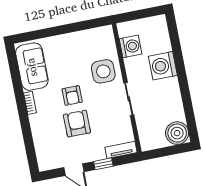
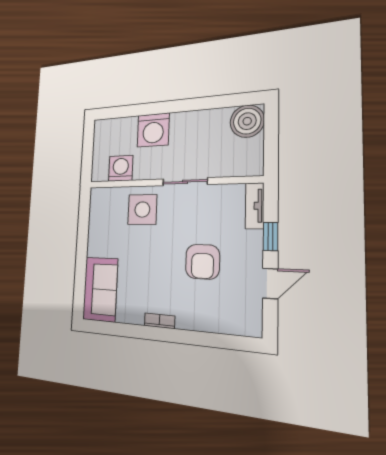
sofa: (32, 67) -> (100, 289), moved, turned 90
armchair: (72, 96) -> (163, 259), removed
armchair: (77, 124) -> (203, 262), turned -90

